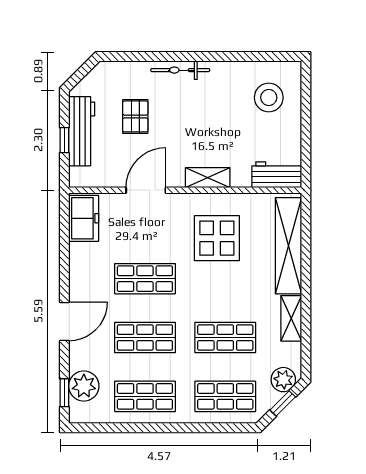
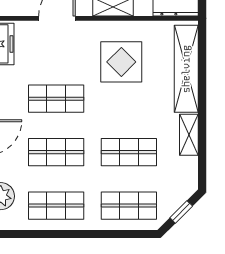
plant: (283, 380) -> (182, 190), removed

